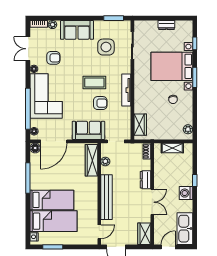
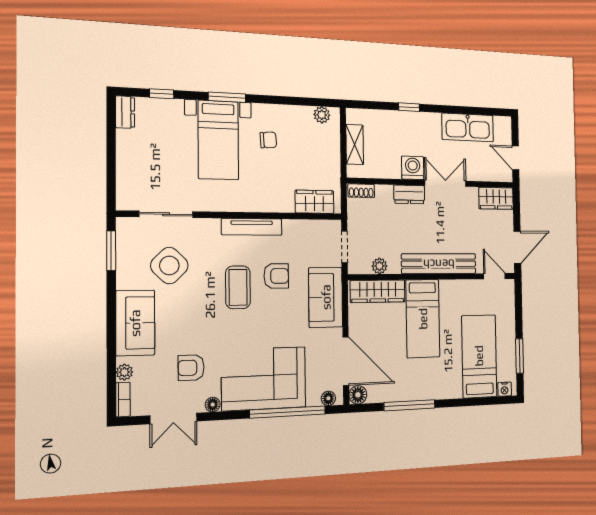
dresser: (166, 25) -> (125, 112), moved
side table: (106, 47) -> (169, 266), turned 45
armchair: (53, 58) -> (191, 368), turned -90
bed with nightstands: (172, 66) -> (218, 140), width x0.73
armchair: (100, 103) -> (276, 276), turned 90
washing machine: (186, 193) -> (413, 168), moved, turned 180
bed: (52, 200) -> (423, 319), moved, turned 180
kitchen sink: (185, 229) -> (468, 127), moved

